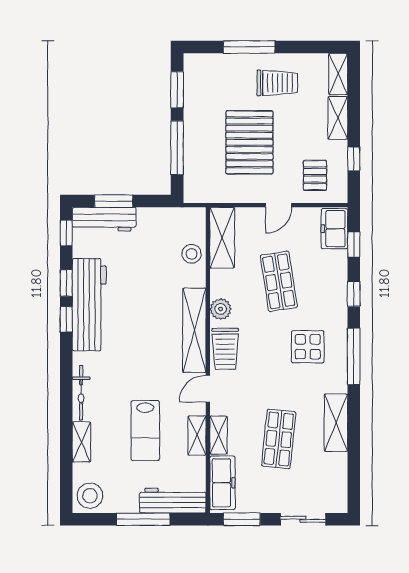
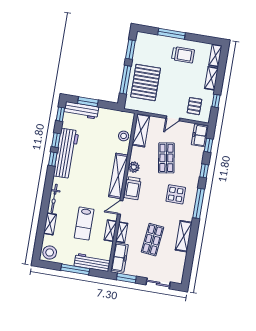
pallet: (249, 142) -> (146, 82), moved

